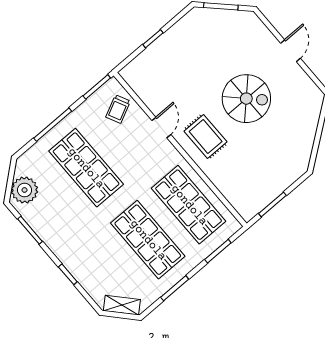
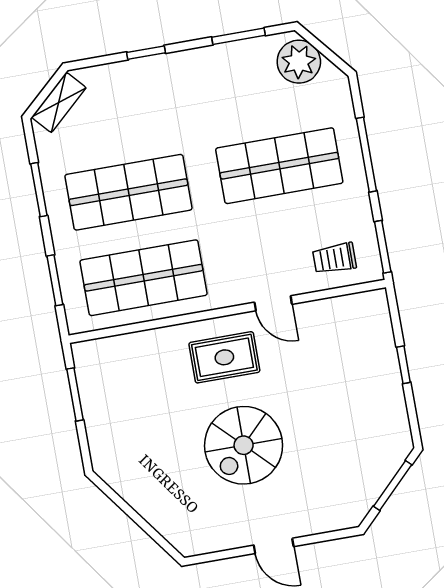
trolley: (118, 109) -> (334, 258), turned -64

